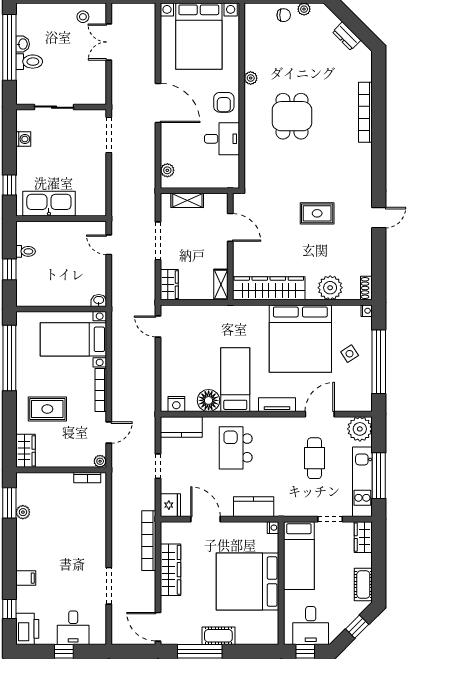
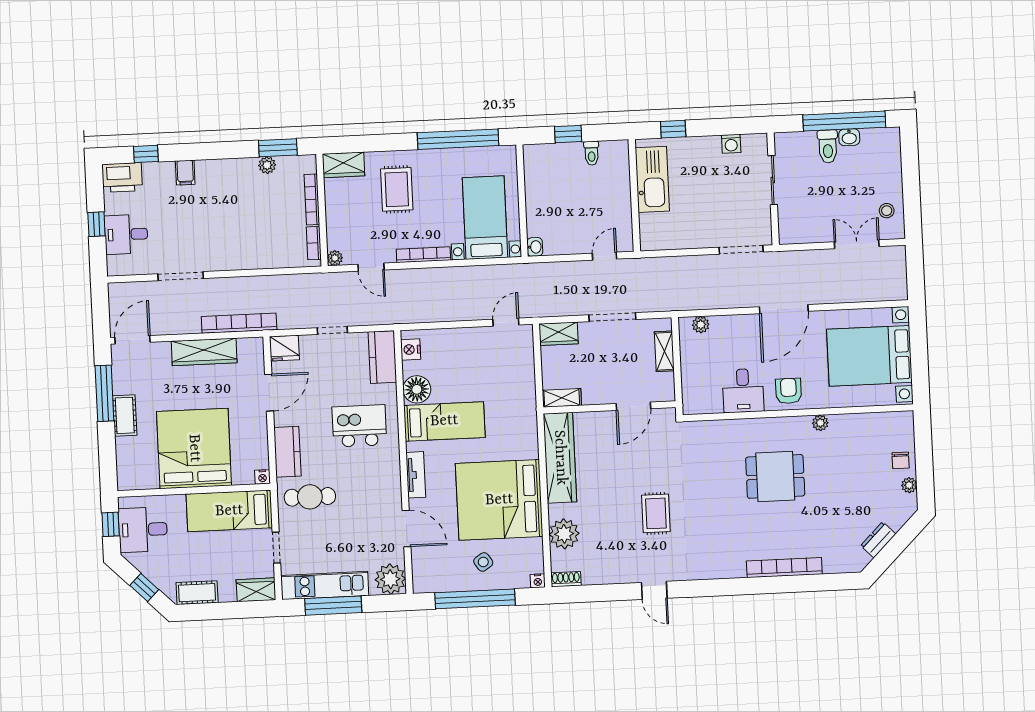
armchair: (224, 102) -> (789, 391), turned 90
cafe table: (314, 458) -> (310, 497), moved
bookcase: (52, 478) -> (312, 199), added

